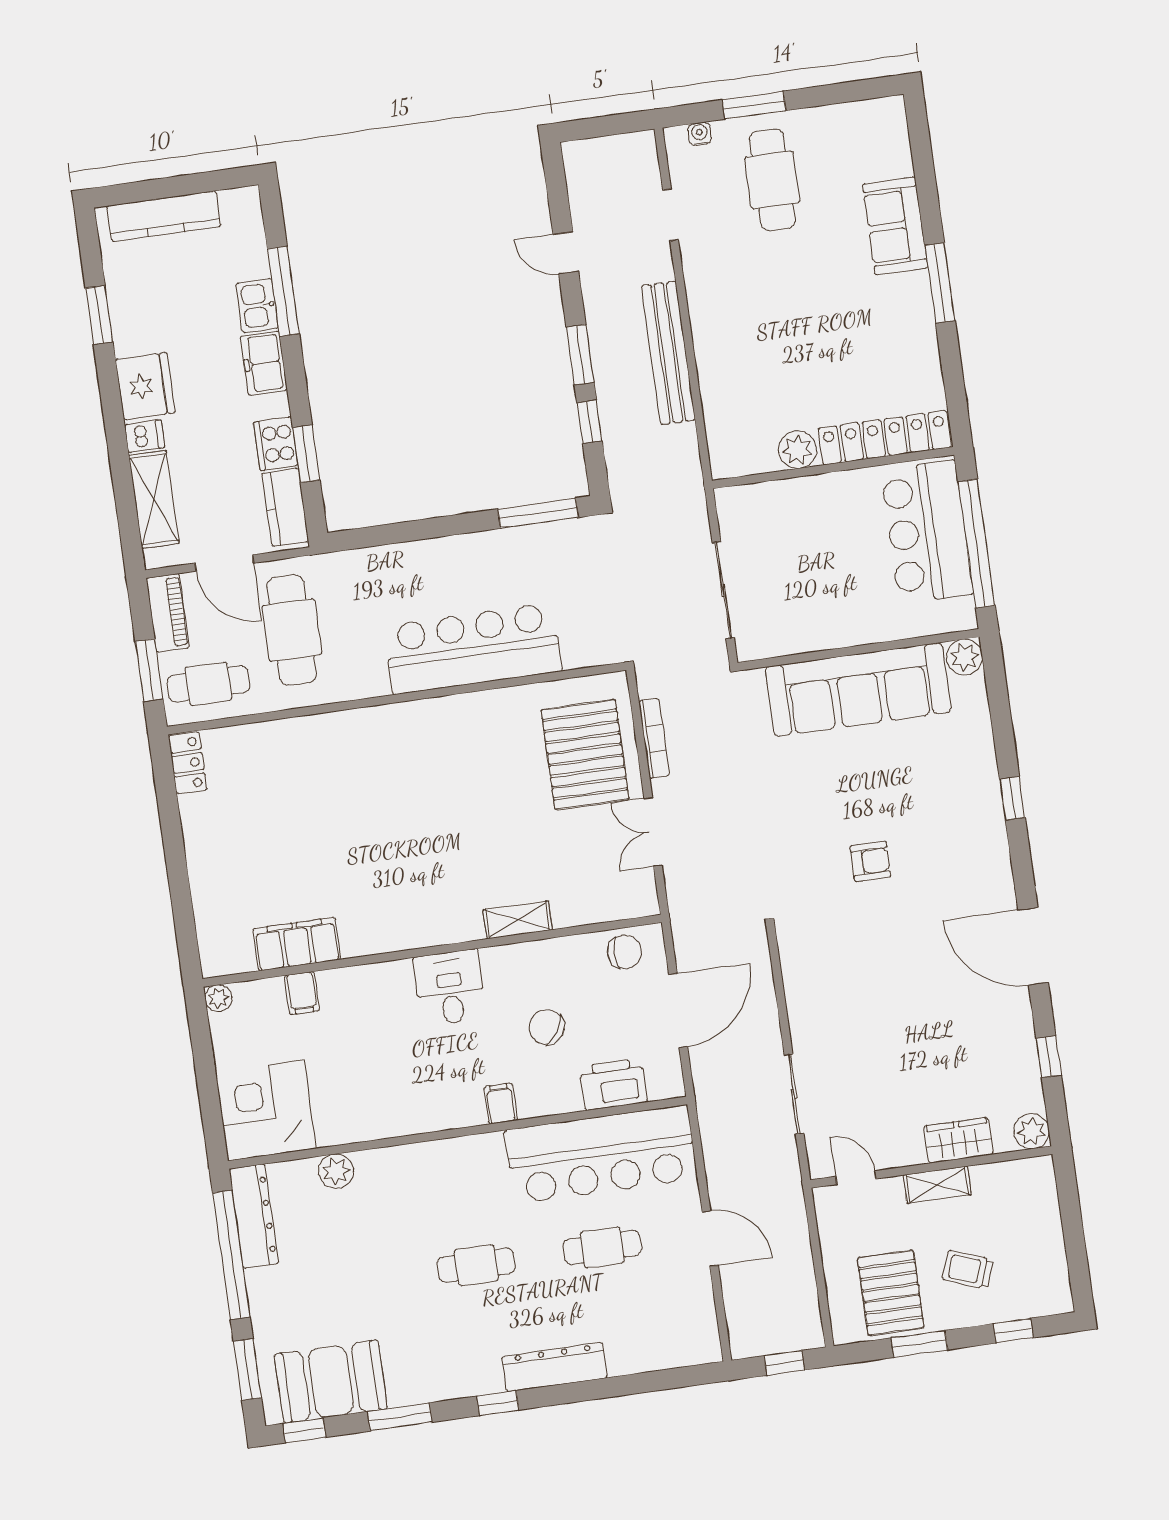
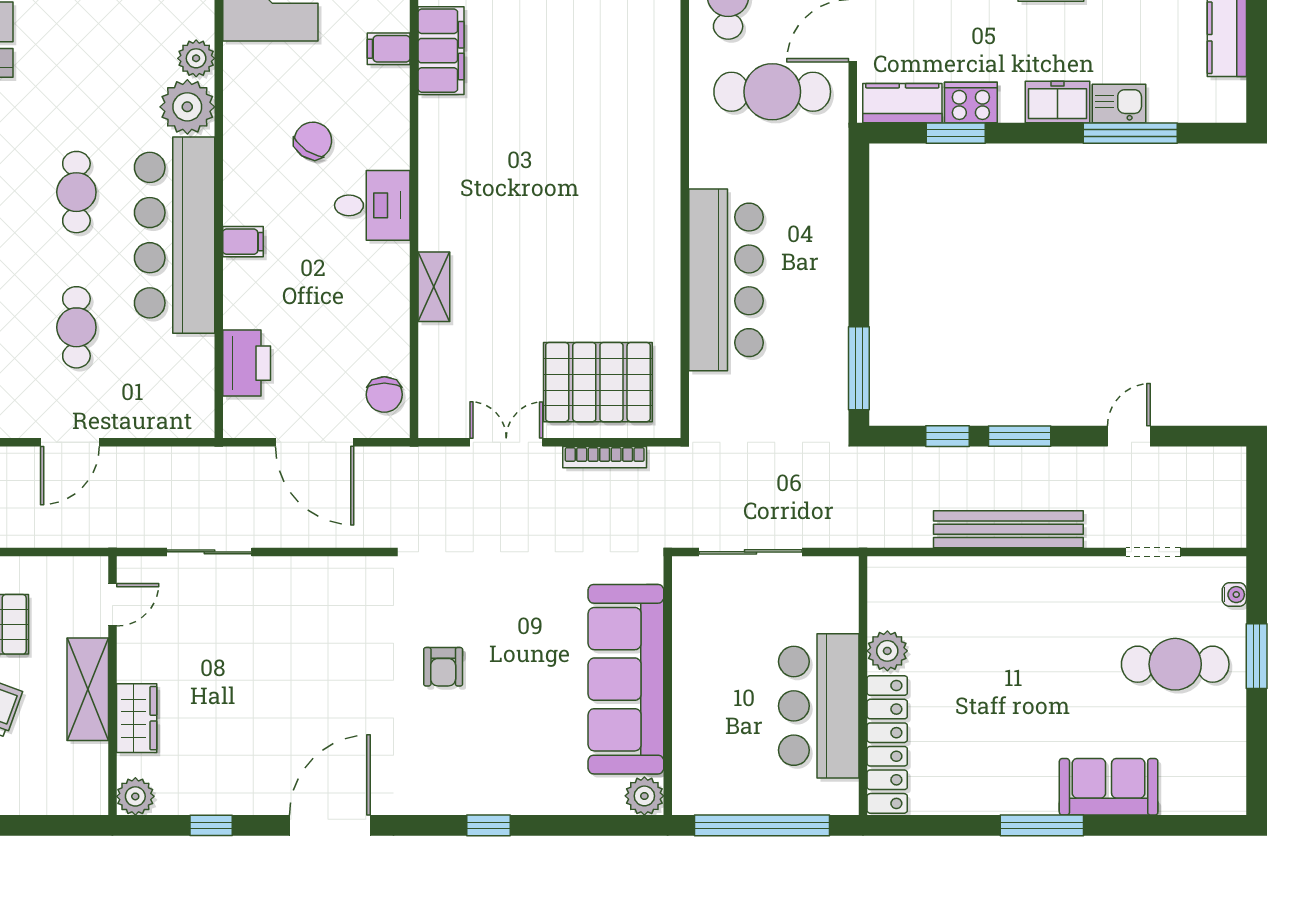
bar counter: (927, 532) -> (819, 706), moved, turned -90
chair: (547, 1027) -> (313, 141), moved
bar counter: (601, 1154) -> (175, 235), moved
plant: (382, 1173) -> (187, 107), added
shelving: (937, 1185) -> (88, 689), width x1.50, depth x1.33

